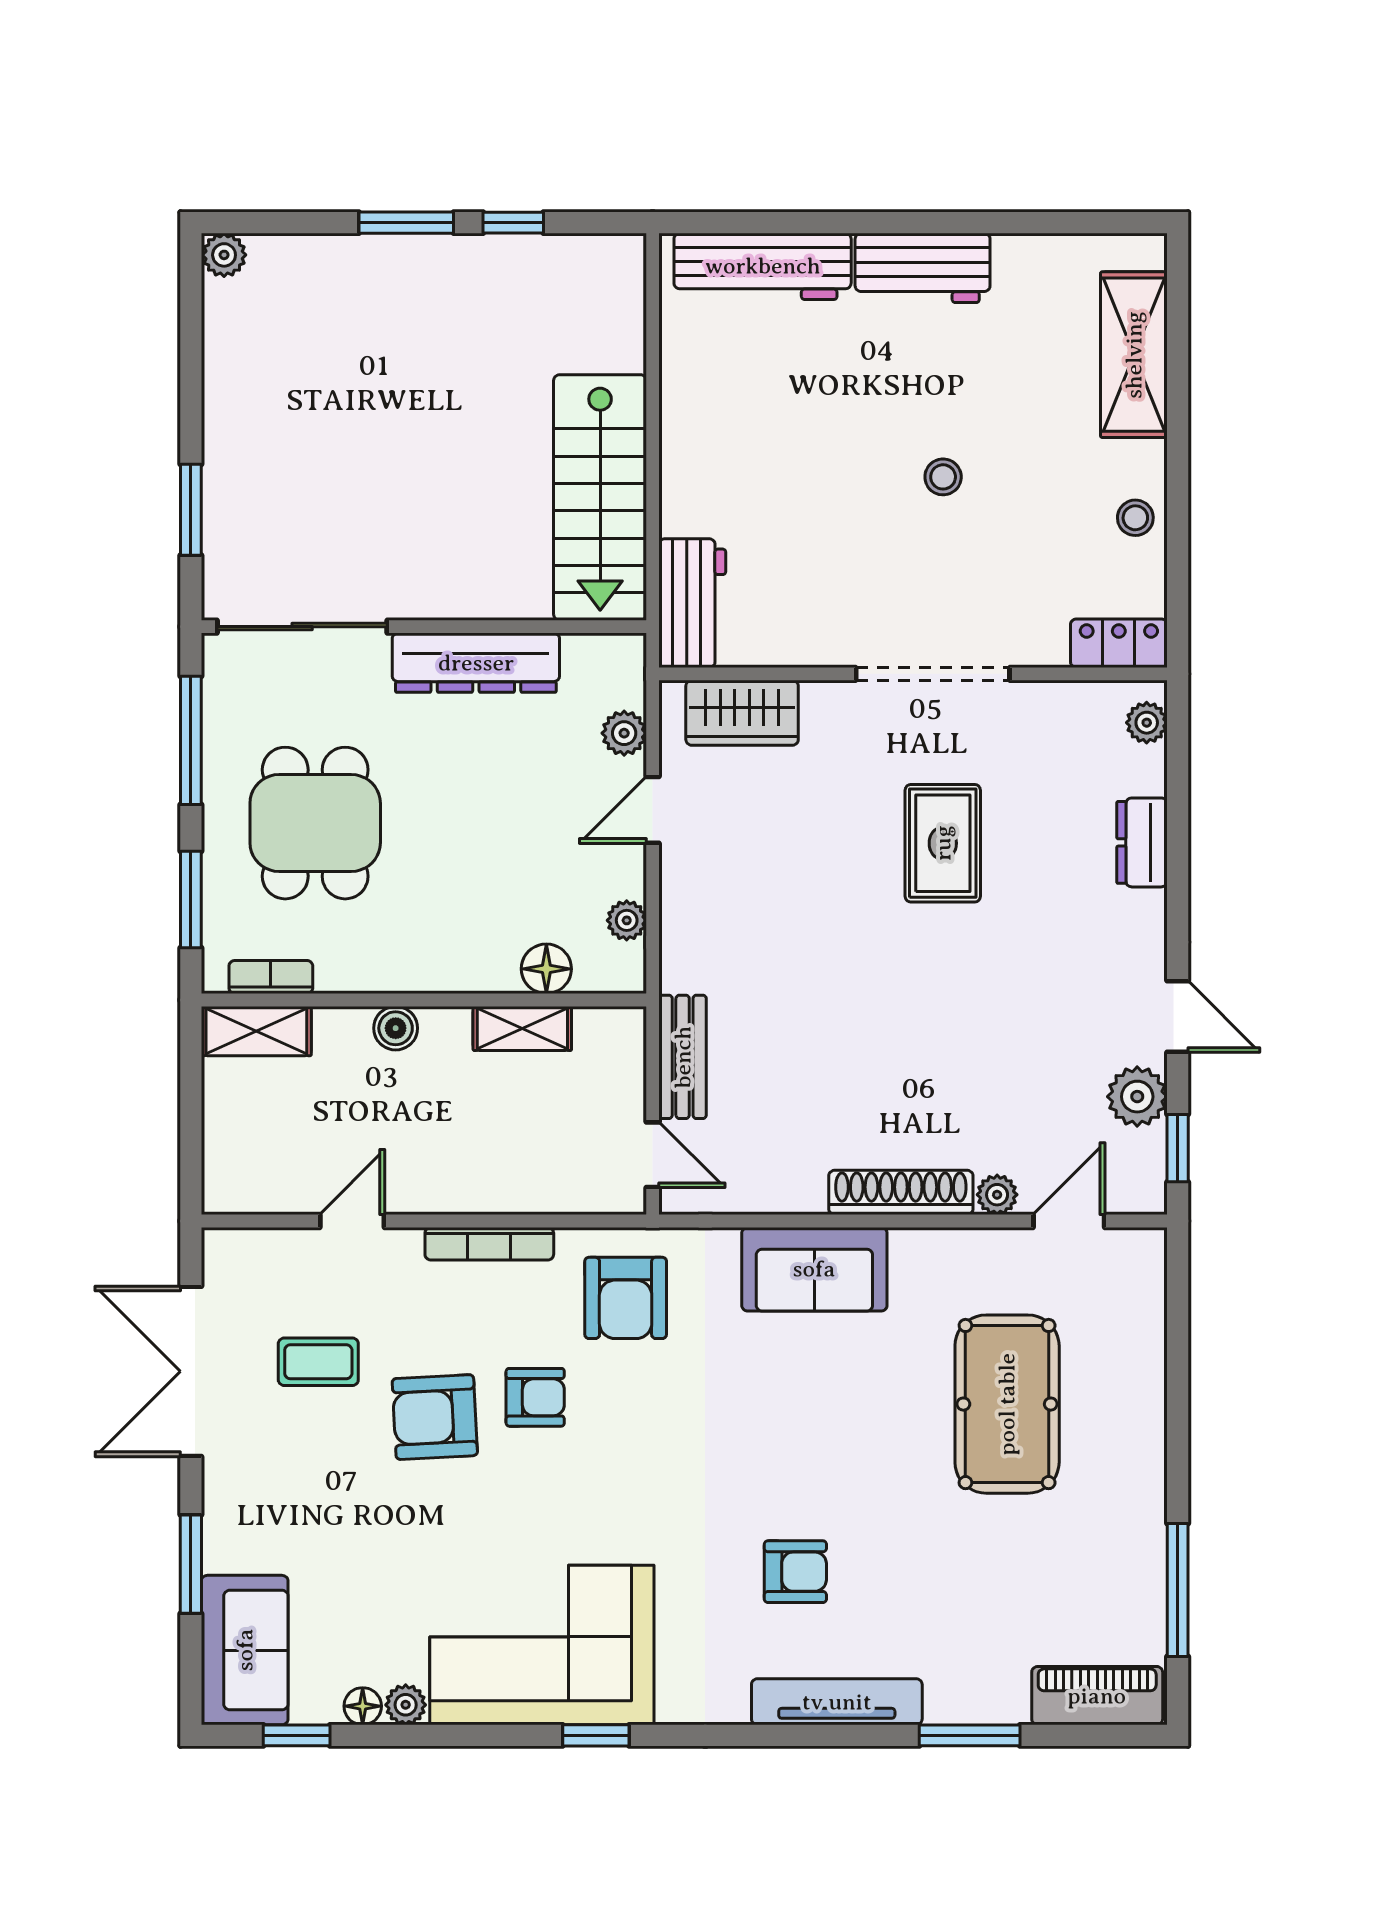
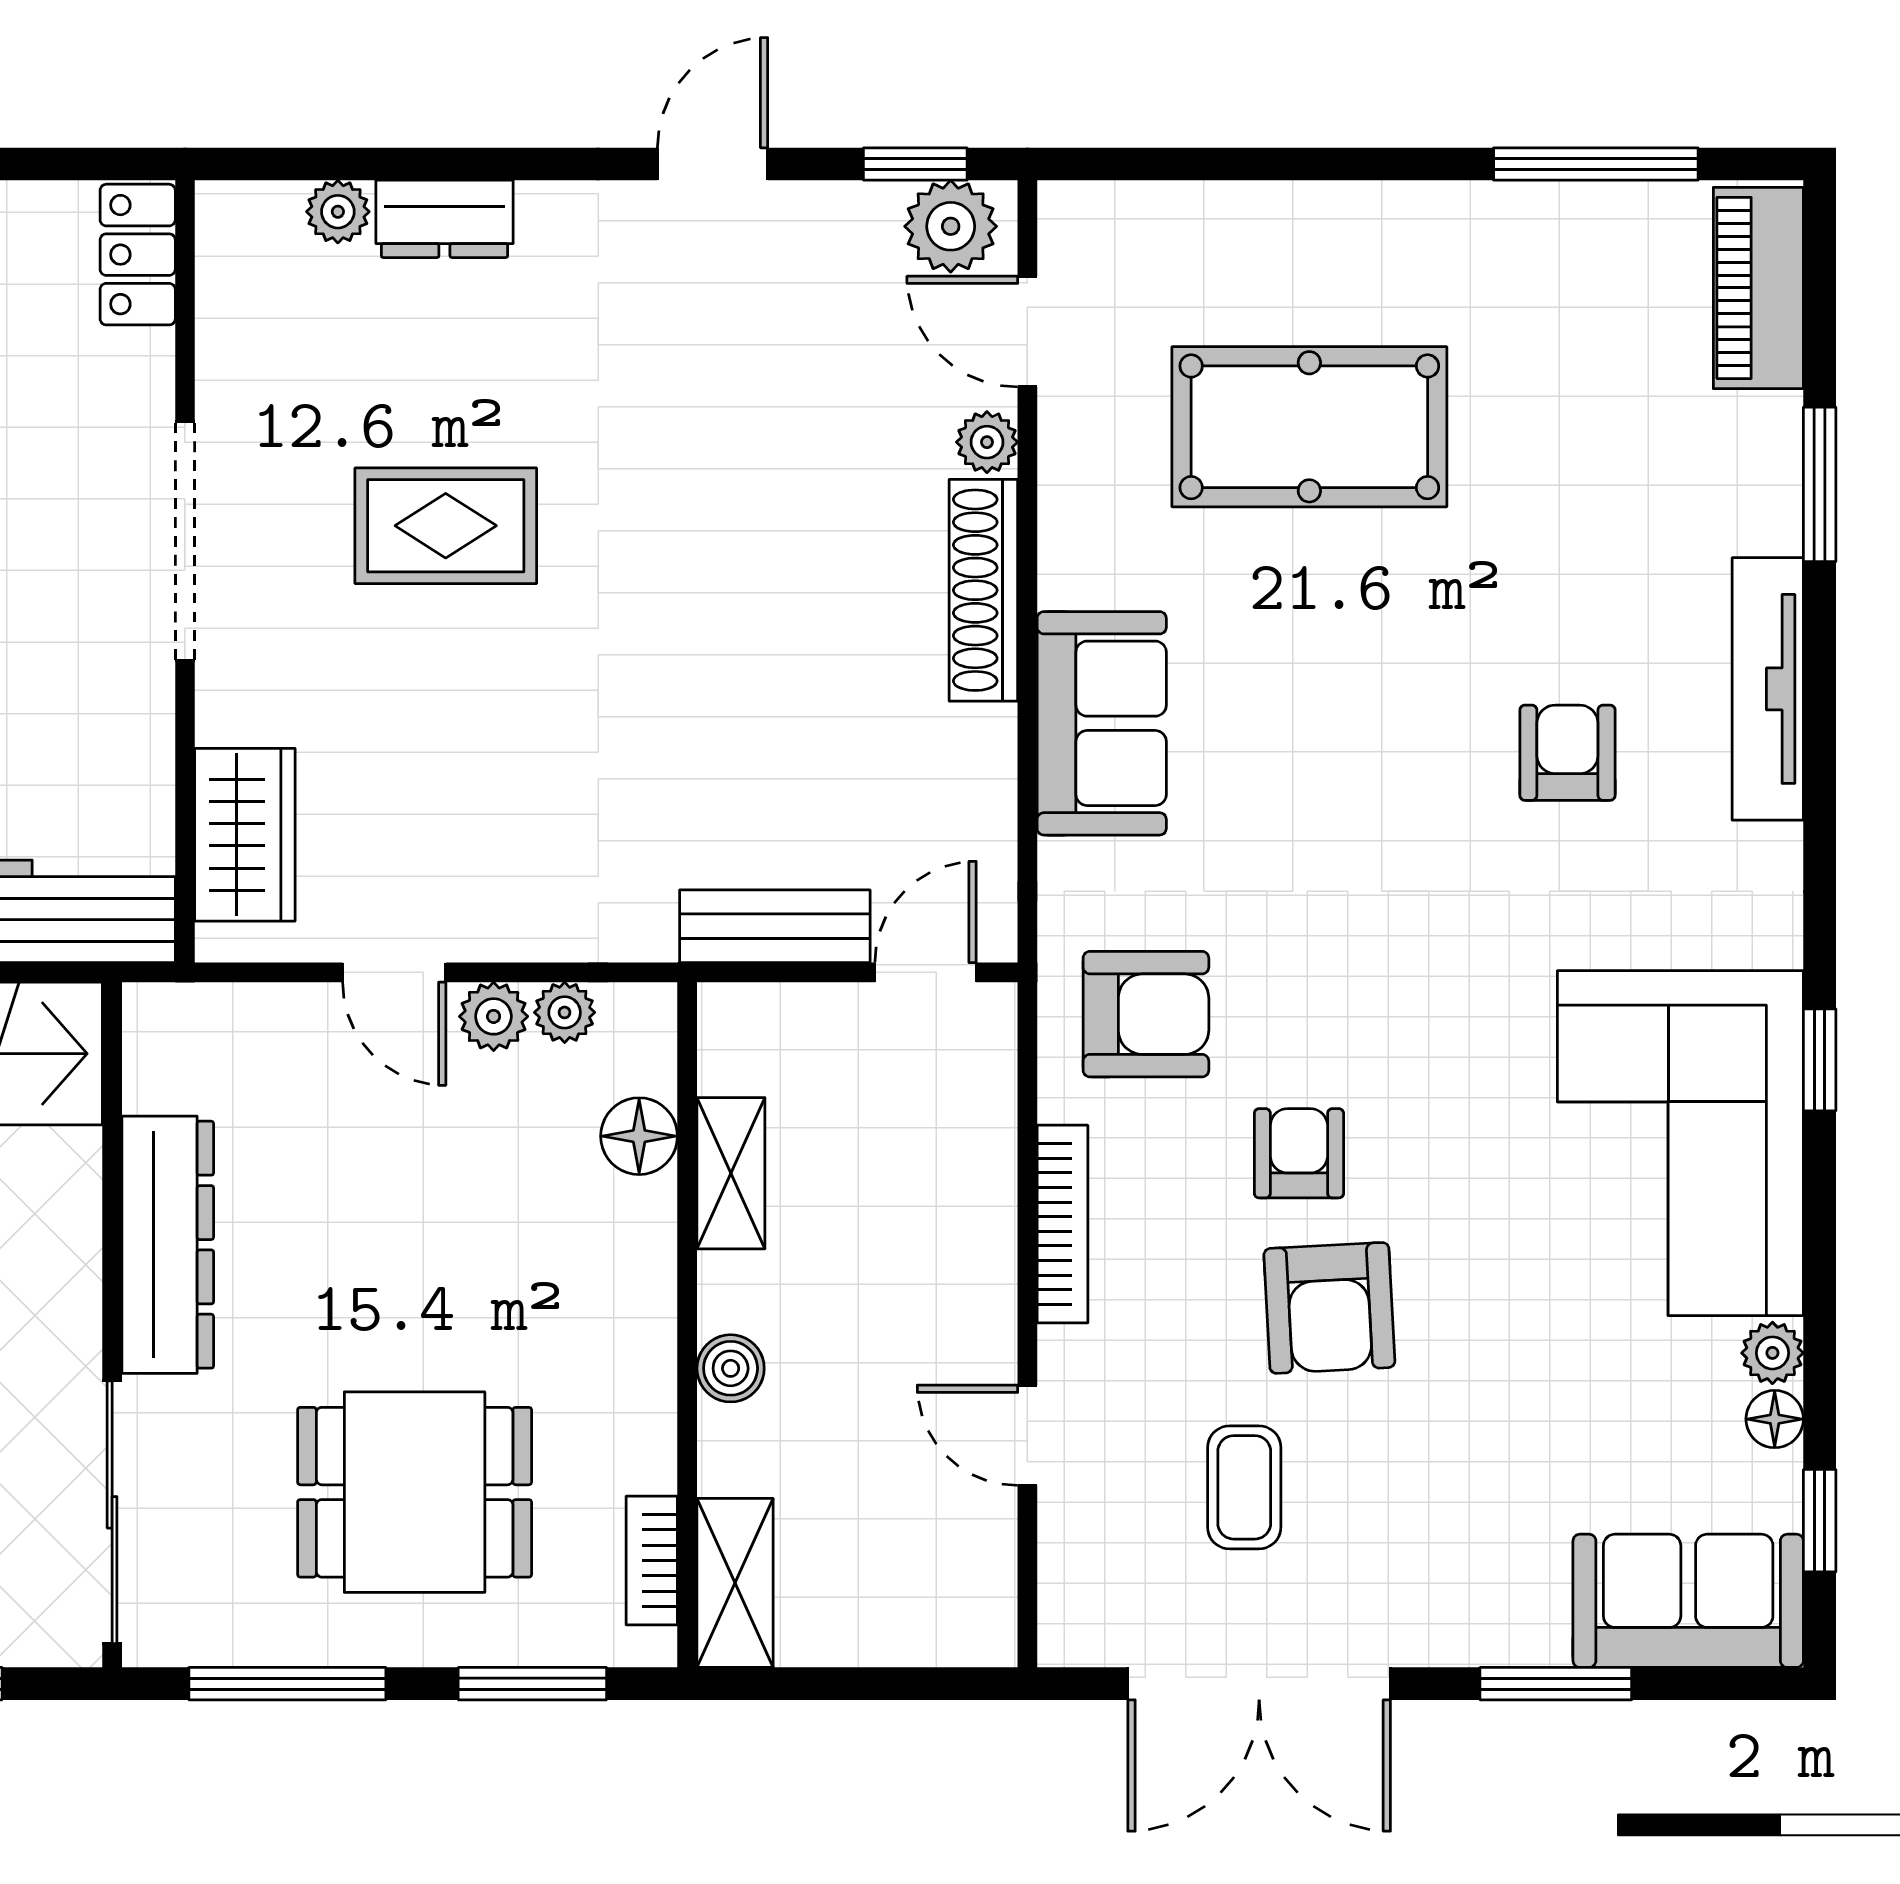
plant: (1147, 723) -> (338, 212), moved
plant: (624, 733) -> (494, 1016), moved
plant: (1137, 1097) -> (951, 226), moved

